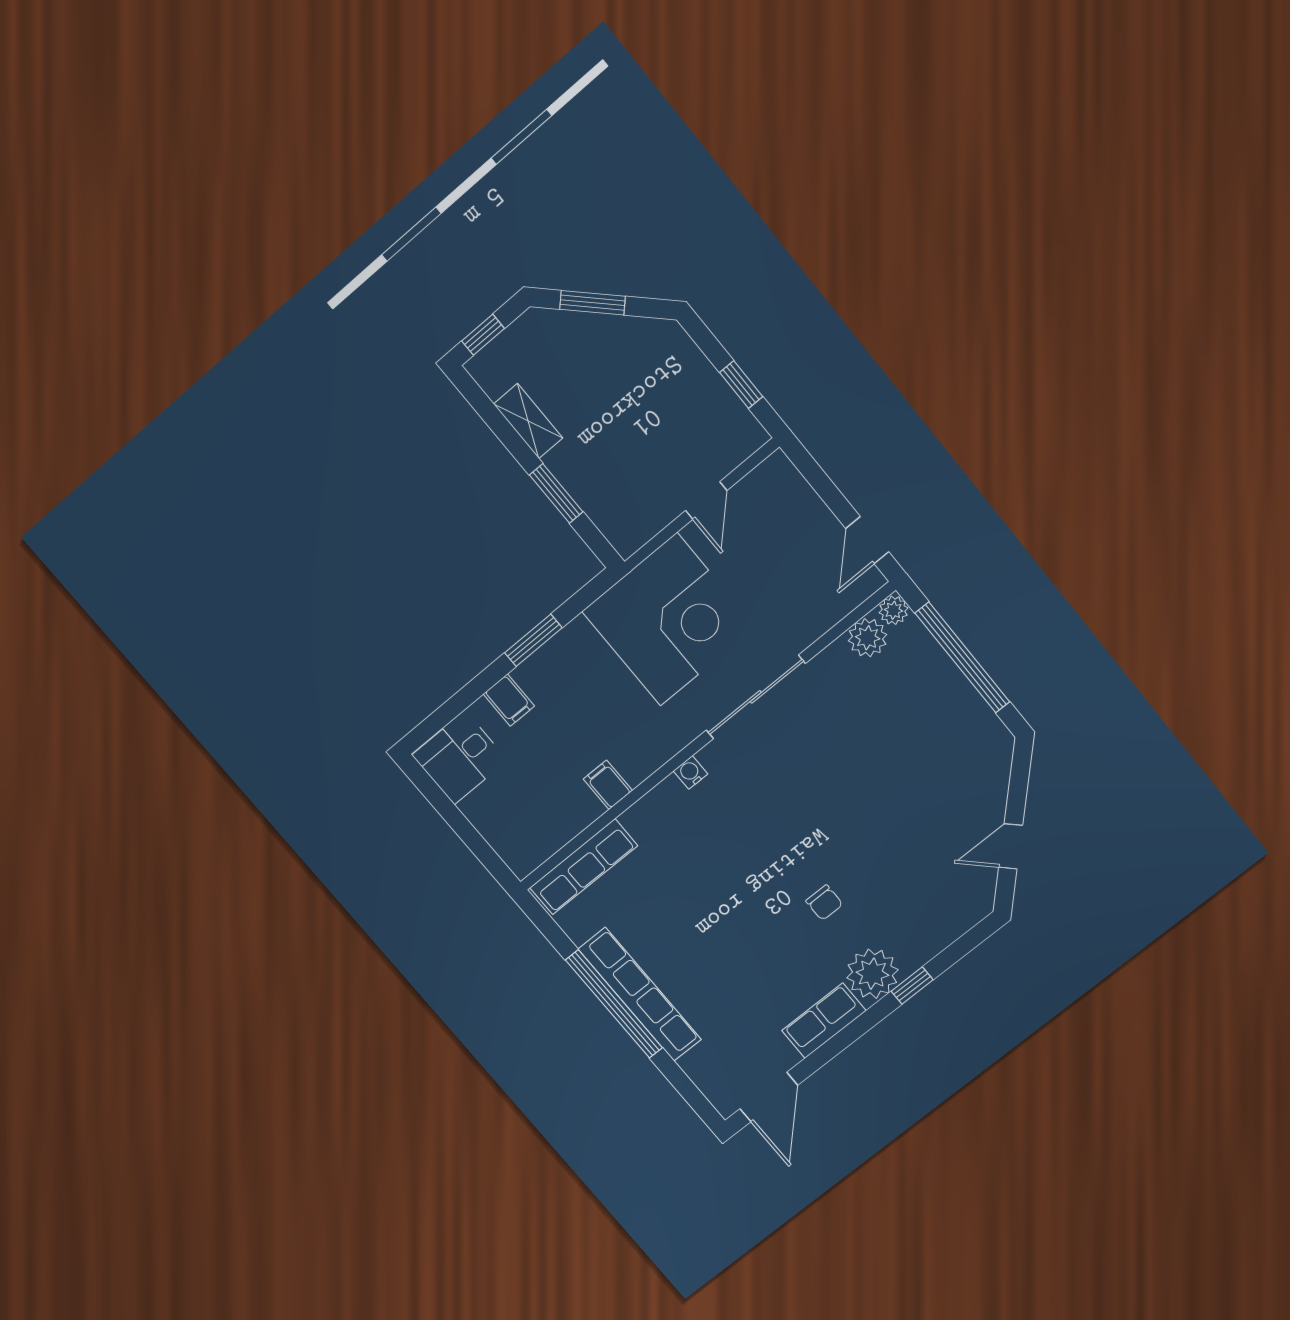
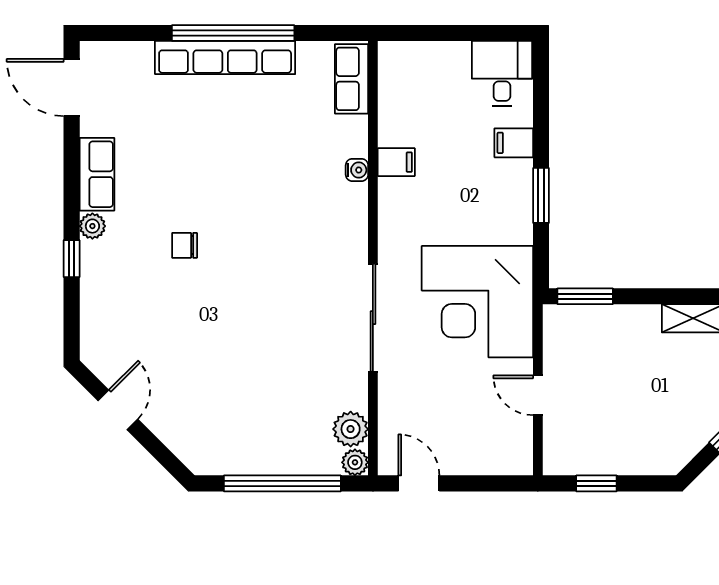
window: (556, 493) -> (585, 296), moved
water cooler: (691, 772) -> (357, 170), moved
row of seats: (584, 867) -> (352, 79), width x0.68
plant: (872, 974) -> (92, 226), width x0.53, depth x0.53

